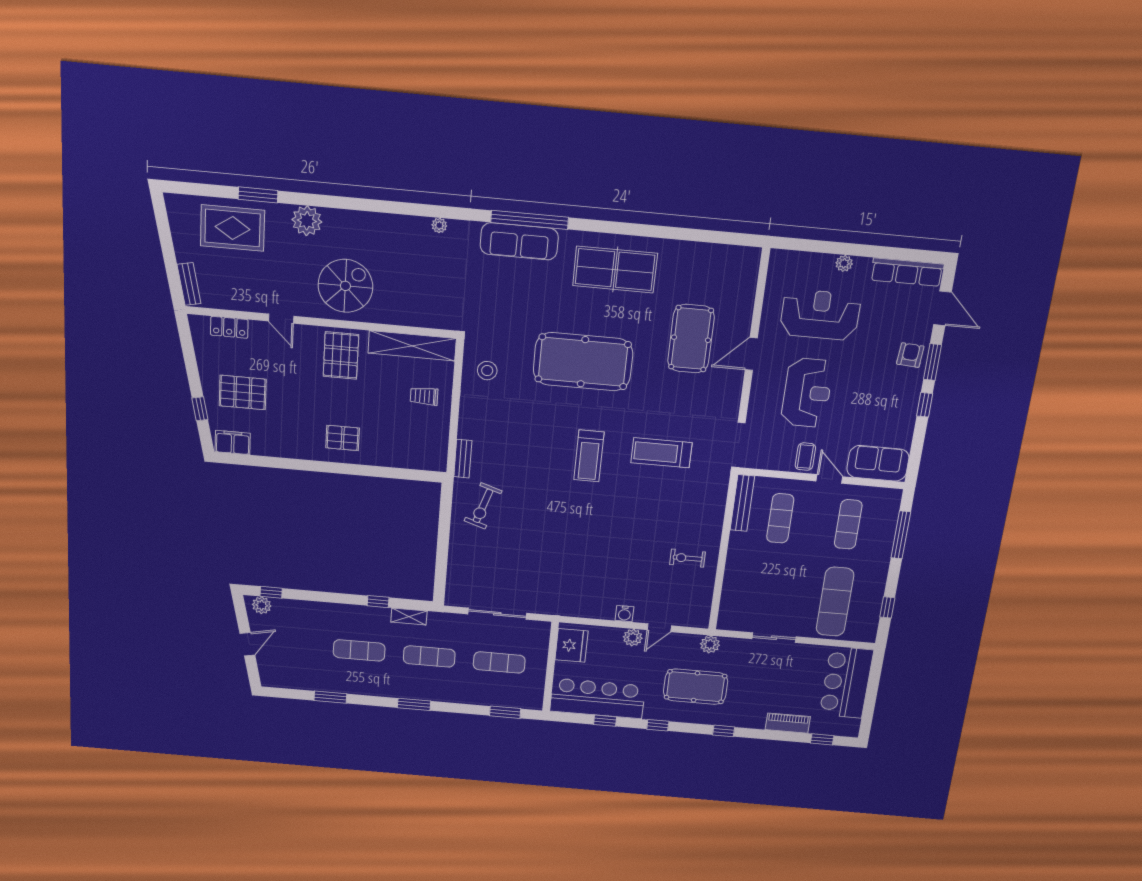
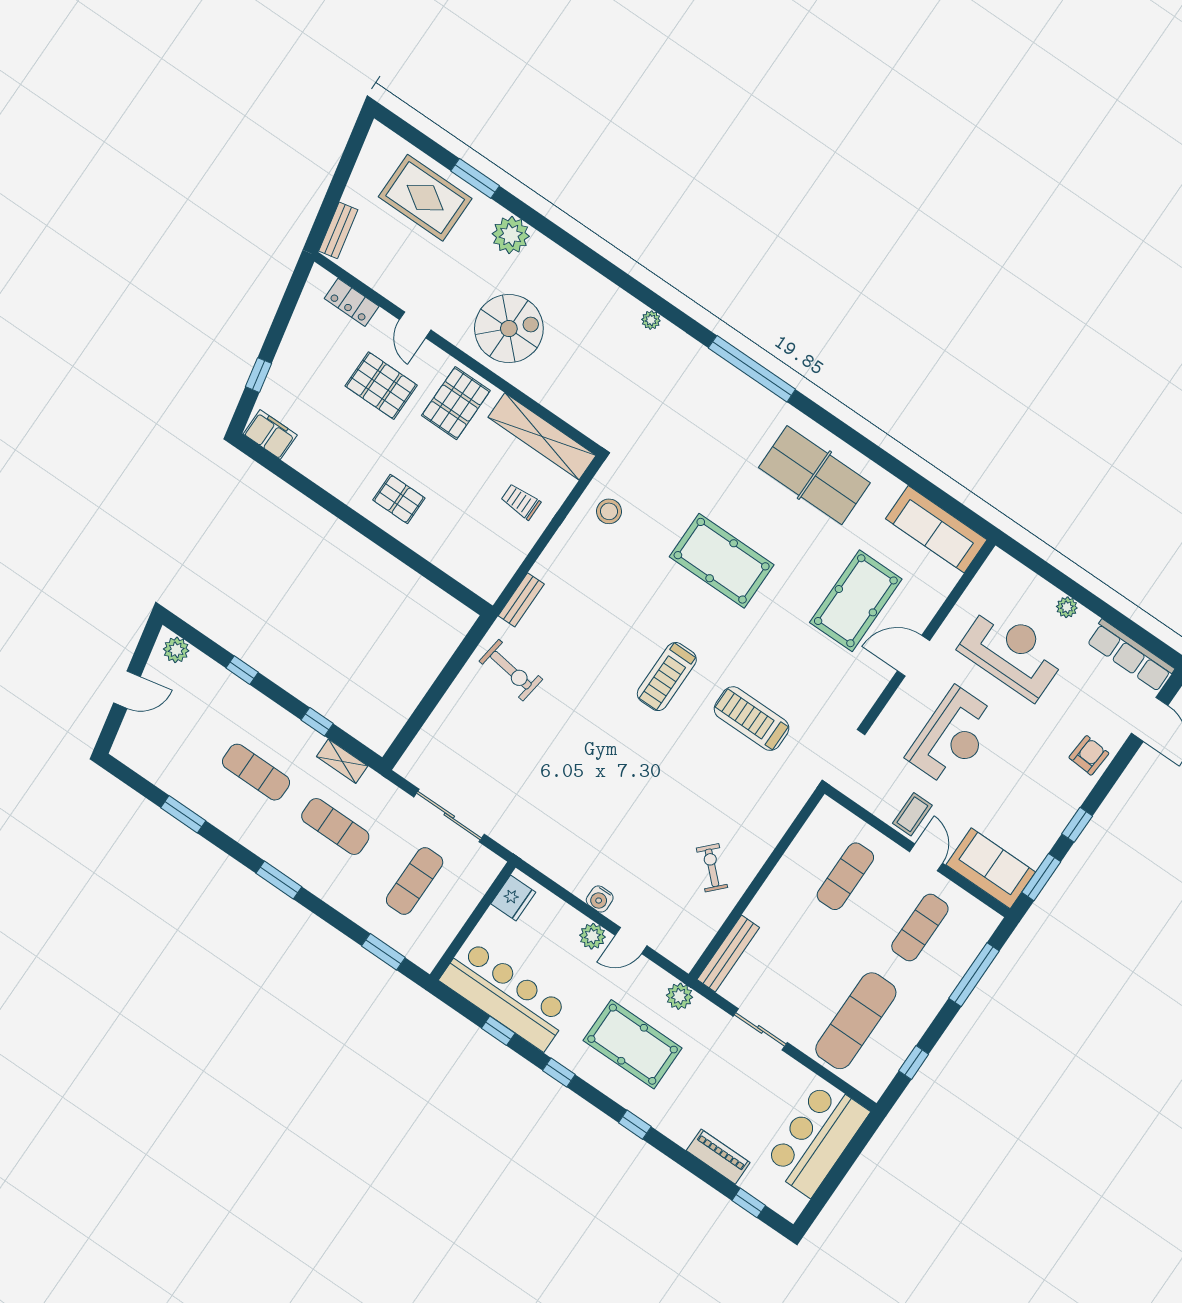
sofa: (519, 241) -> (936, 529), moved
pool table: (583, 362) -> (722, 561), width x0.73, depth x0.76
window: (932, 362) -> (1041, 877), moved
pallet: (243, 392) -> (381, 386), moved
bench: (742, 503) -> (728, 954), moved
exercise bike: (483, 506) -> (511, 670), turned -100
exercise bike: (688, 558) -> (712, 868), turned 44
window: (271, 592) -> (242, 670), moved
fridge: (572, 645) -> (513, 898), width x0.73, depth x0.75
exercise mat: (499, 662) -> (415, 881), turned 90

